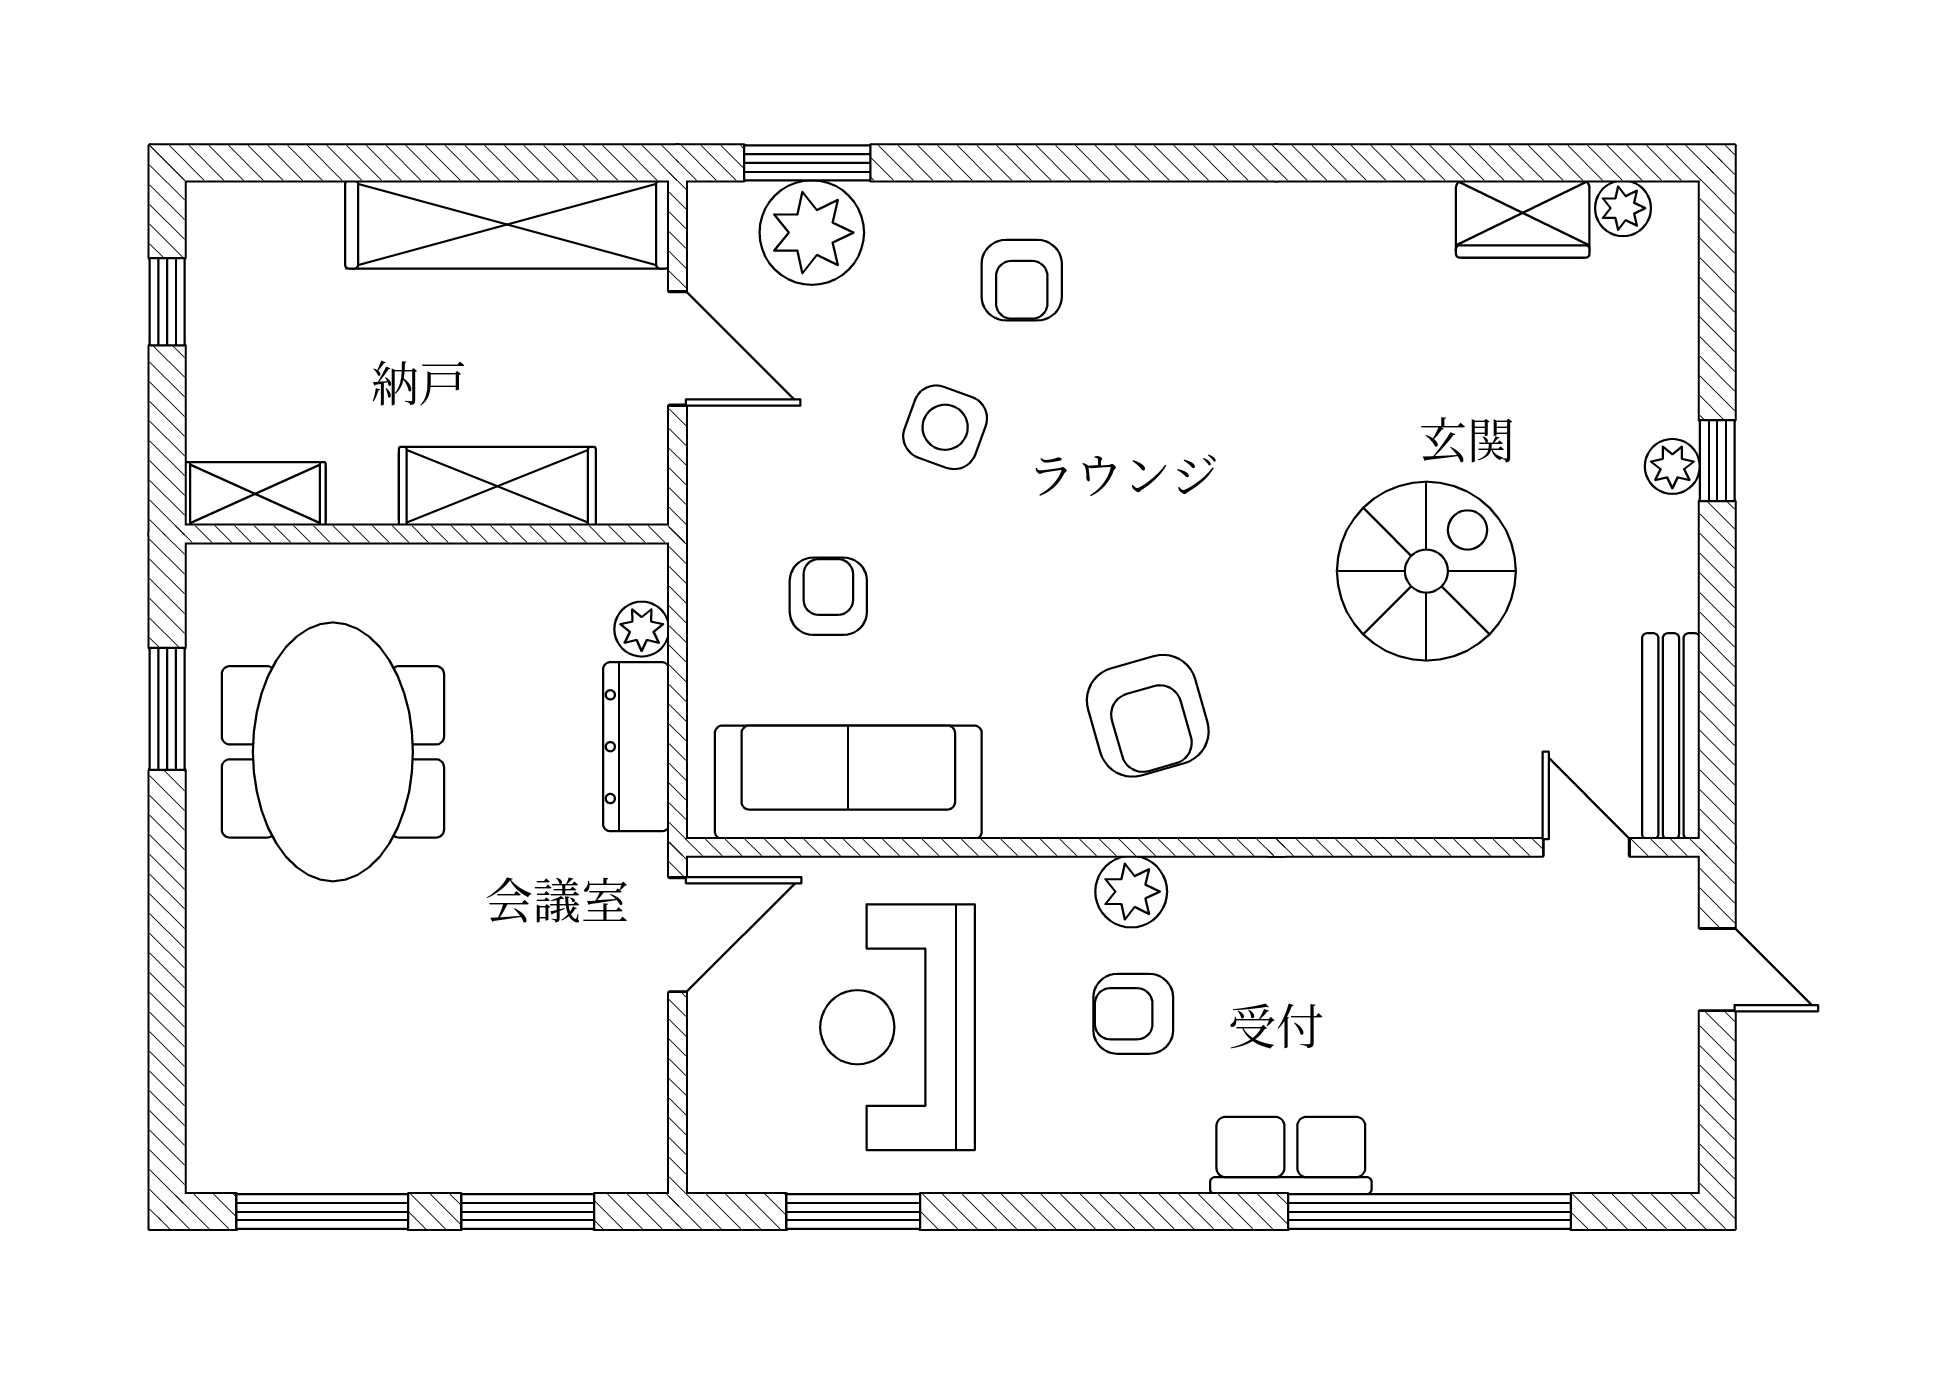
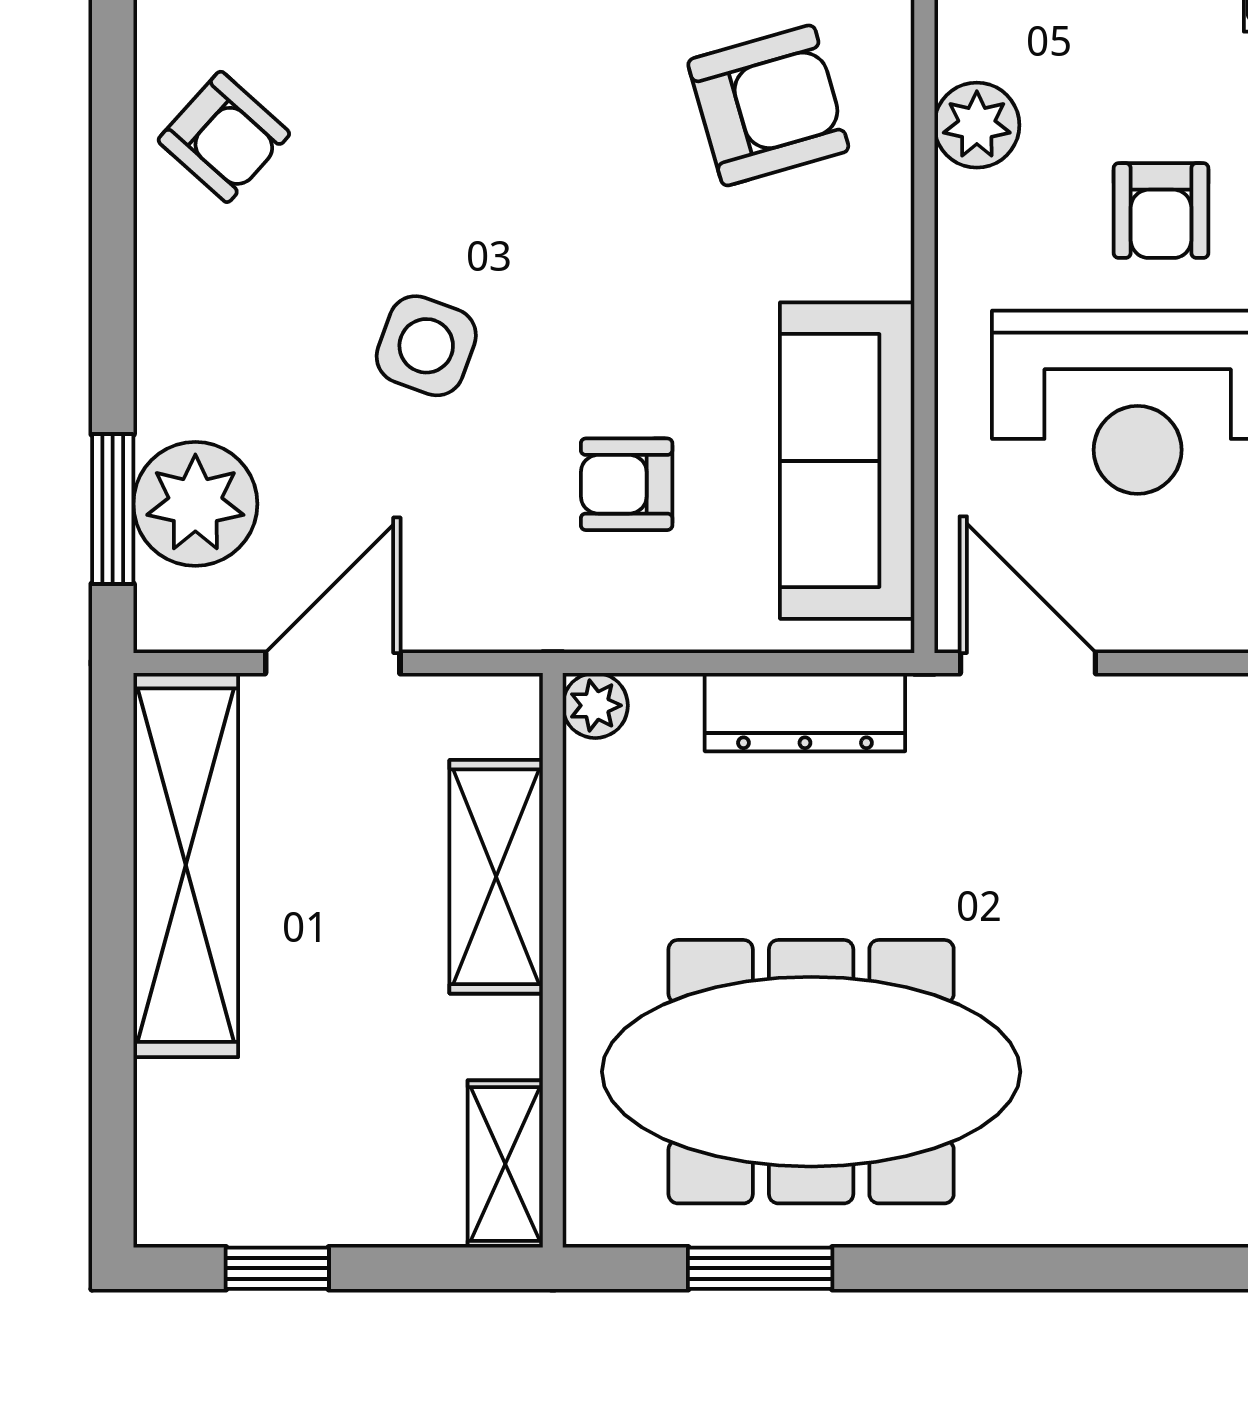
armchair: (1022, 280) -> (224, 137), moved, turned 42
plant: (642, 629) -> (595, 705), moved
meeting table: (333, 752) -> (811, 1072), width x1.36
armchair: (1133, 1014) -> (1161, 211), moved

